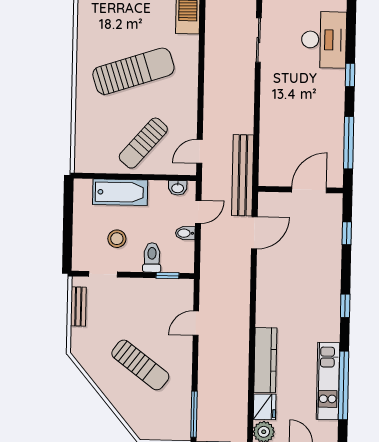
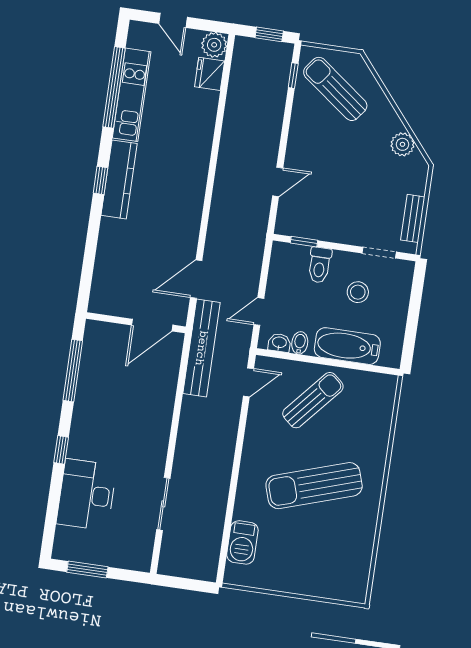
door: (309, 190) -> (152, 325), moved
bidet: (185, 233) -> (300, 343), moved, turned -90
window: (347, 233) -> (88, 265), removed
kitchen counter: (265, 360) -> (119, 179), moved, turned 180
sun lounger: (140, 365) -> (335, 89), moved
plant: (95, 368) -> (402, 144), added
window: (194, 414) -> (293, 76), width x0.46

